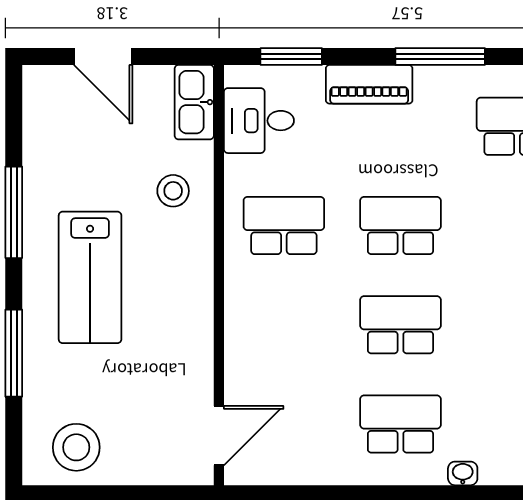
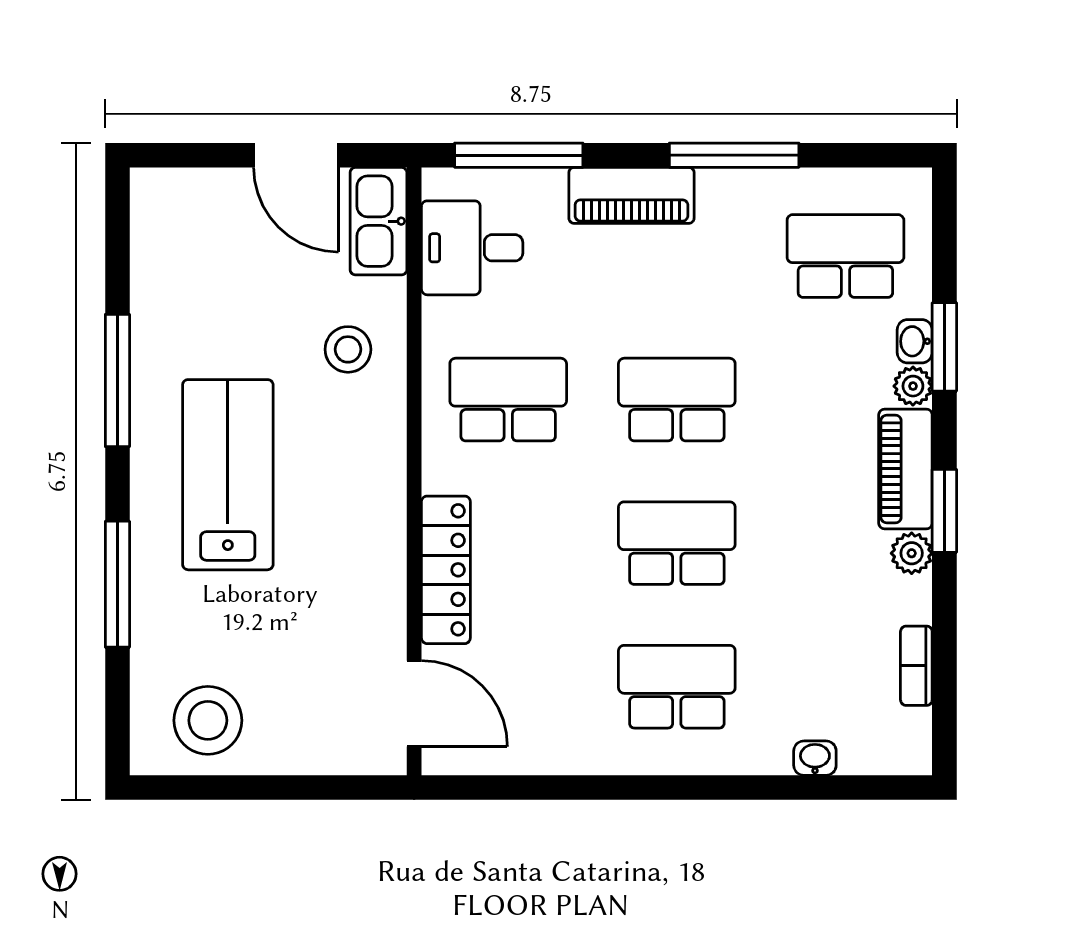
door: (103, 57) -> (296, 155), moved
window: (291, 57) -> (519, 155), width x1.44
lab bench: (90, 277) -> (228, 475), turned 180
locker: (241, 343) -> (446, 570), added
door: (219, 436) -> (414, 704), hinge flipped
washbasin: (463, 473) -> (815, 758), moved

